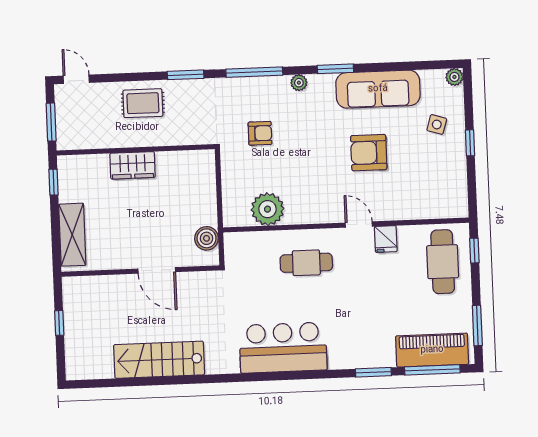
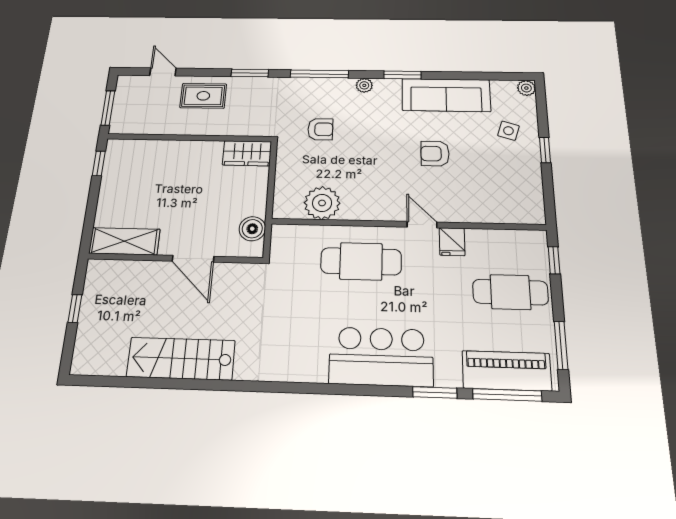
door: (76, 79) -> (163, 72), moved
armchair: (369, 153) -> (435, 154), width x0.72, depth x0.72
wardrobe: (133, 165) -> (247, 153), moved
shelving: (72, 235) -> (124, 241), moved, turned 90
cafe table: (443, 262) -> (510, 292), moved, turned 90
cafe table: (306, 263) -> (361, 261), width x1.37, depth x1.35
bar counter: (283, 348) -> (381, 357), moved

